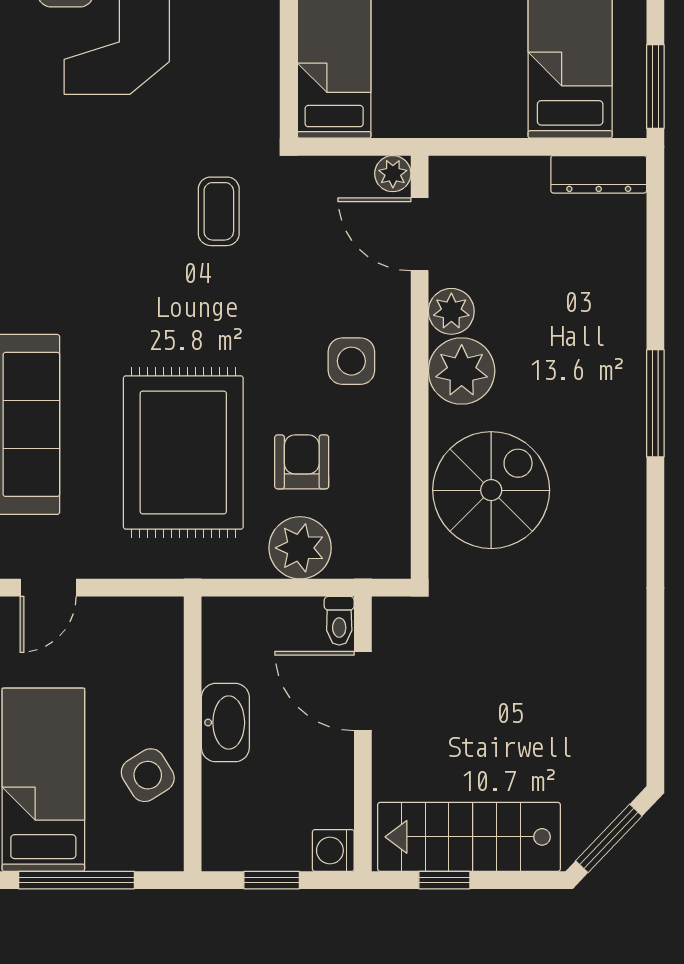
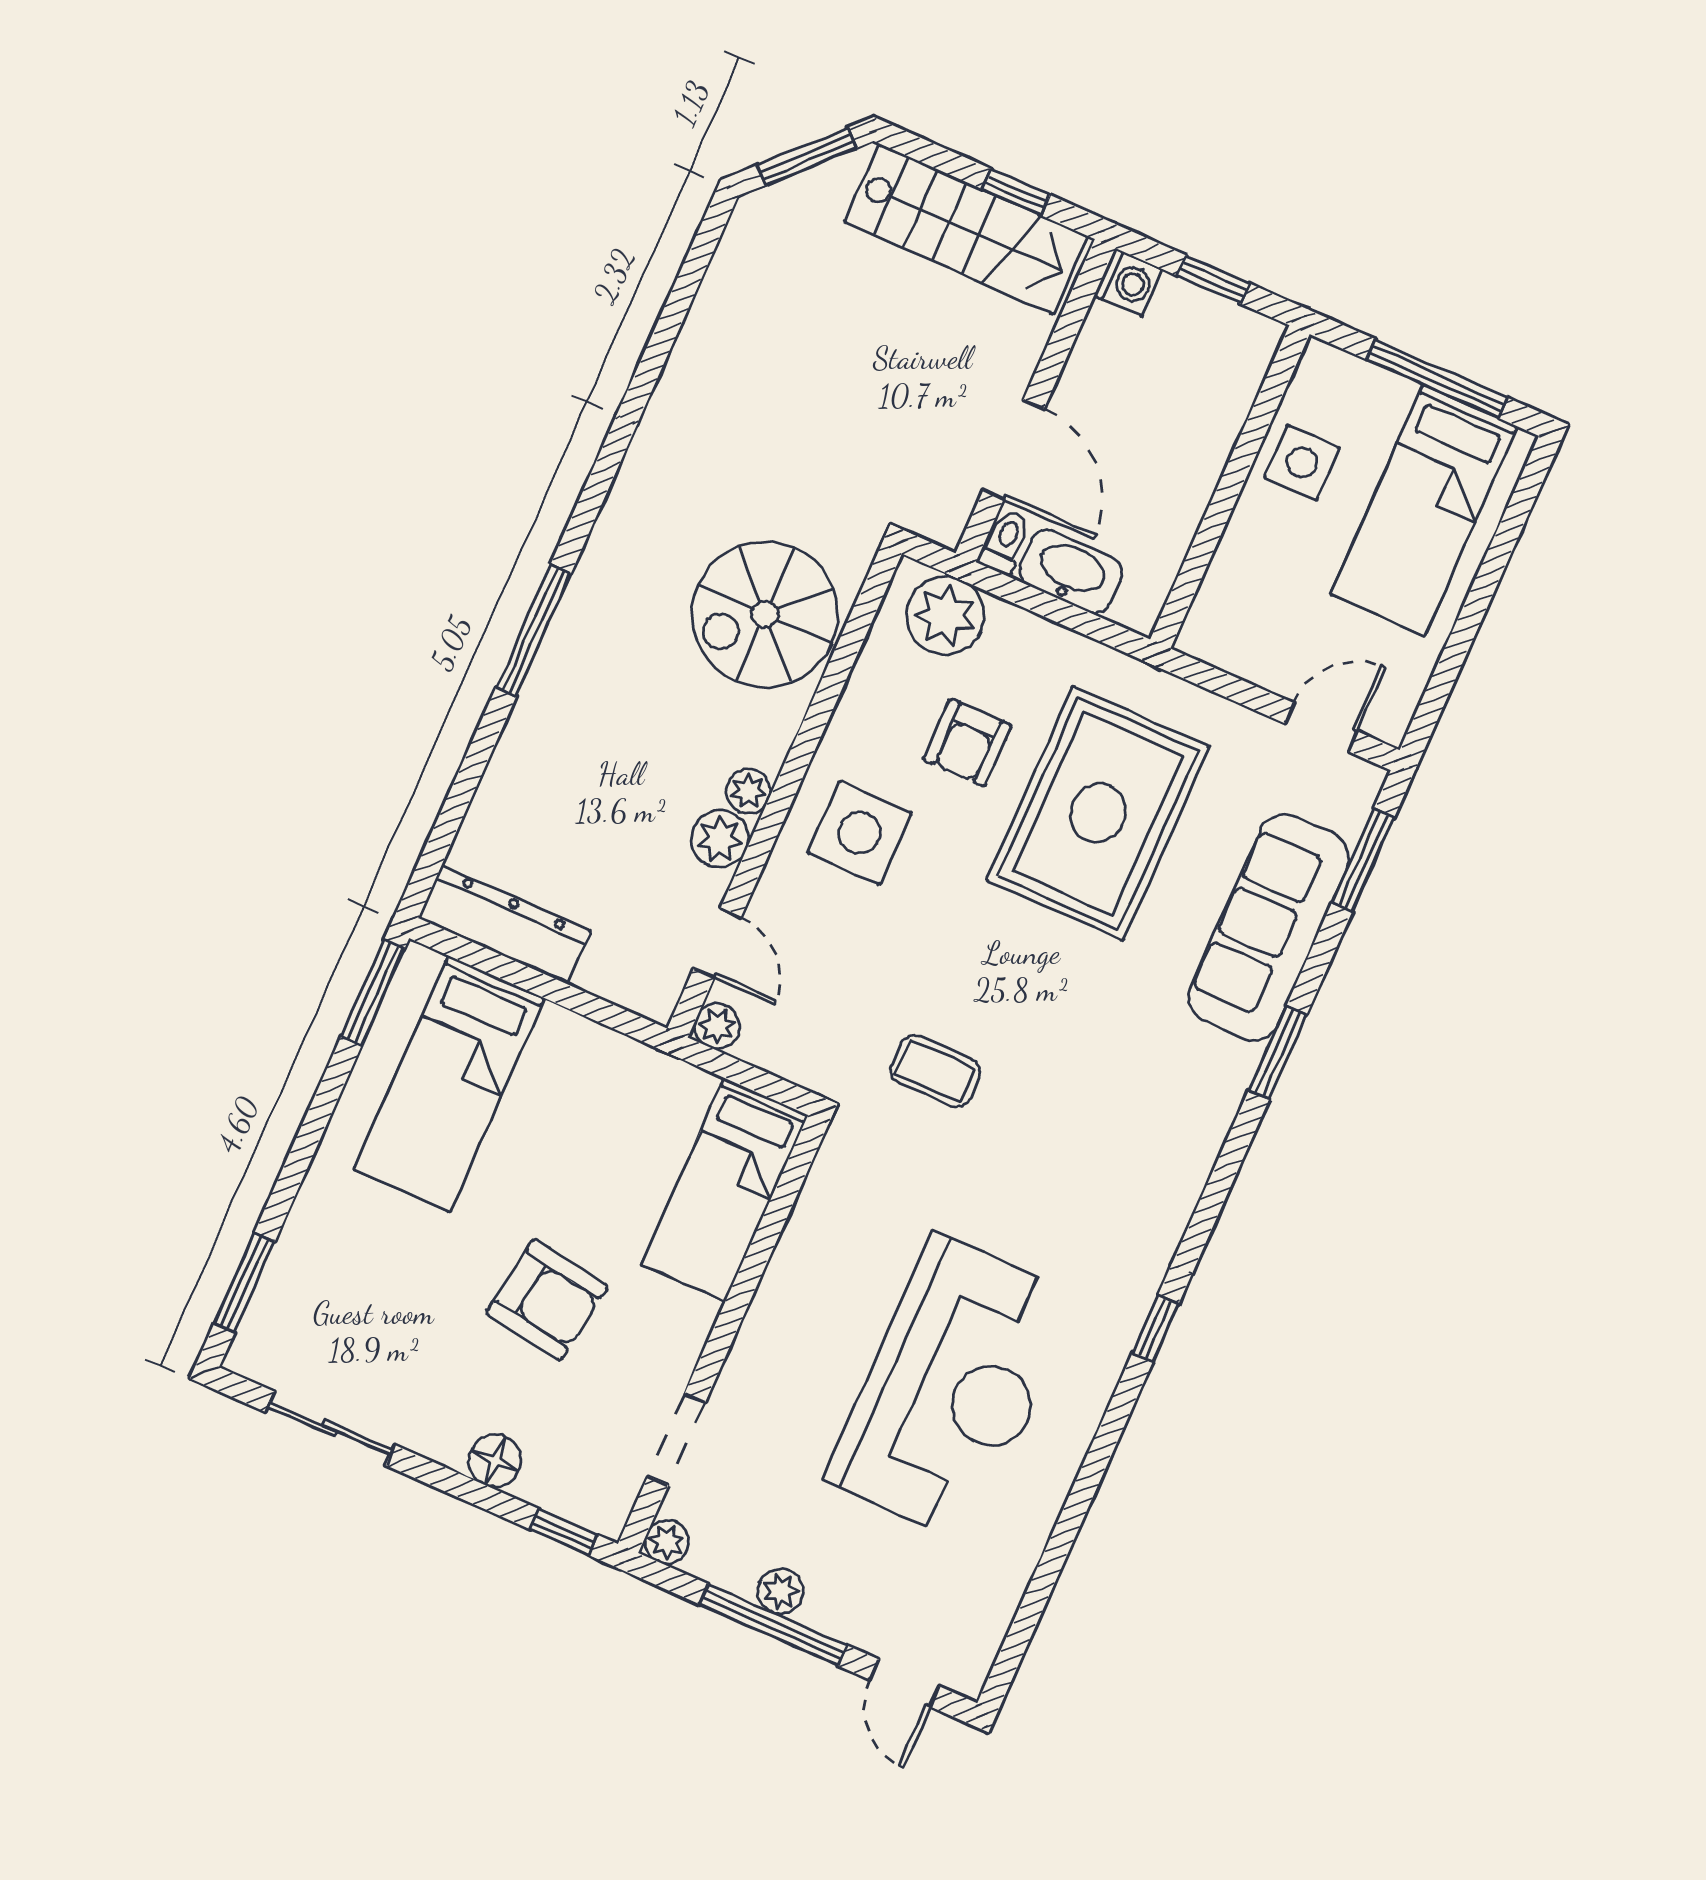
dresser: (599, 174) -> (504, 925), width x1.37, depth x1.24
coffee table: (219, 211) -> (935, 1071), turned 90
door: (420, 234) -> (717, 943), width x0.73
side table: (351, 361) -> (860, 833), width x1.37, depth x1.37
plant: (462, 371) -> (748, 791), width x0.53, depth x0.53
plant: (300, 548) -> (945, 615), moved
washbasin: (225, 723) -> (1071, 572), moved, turned 90
side table: (148, 775) -> (1302, 462), turned 32

